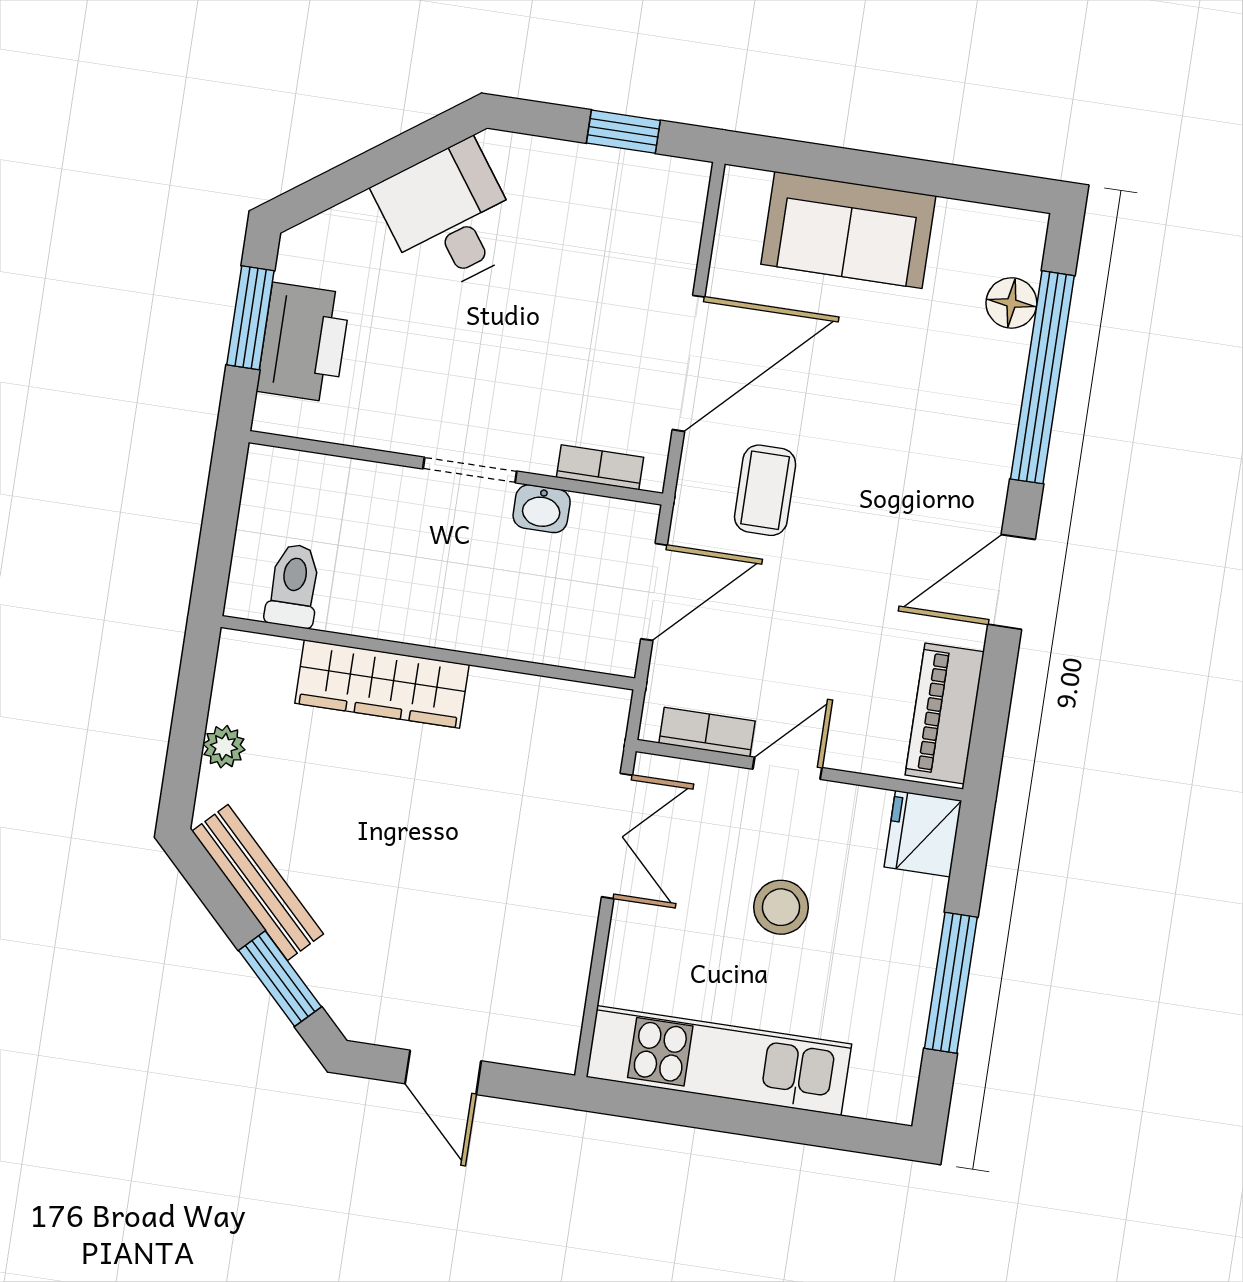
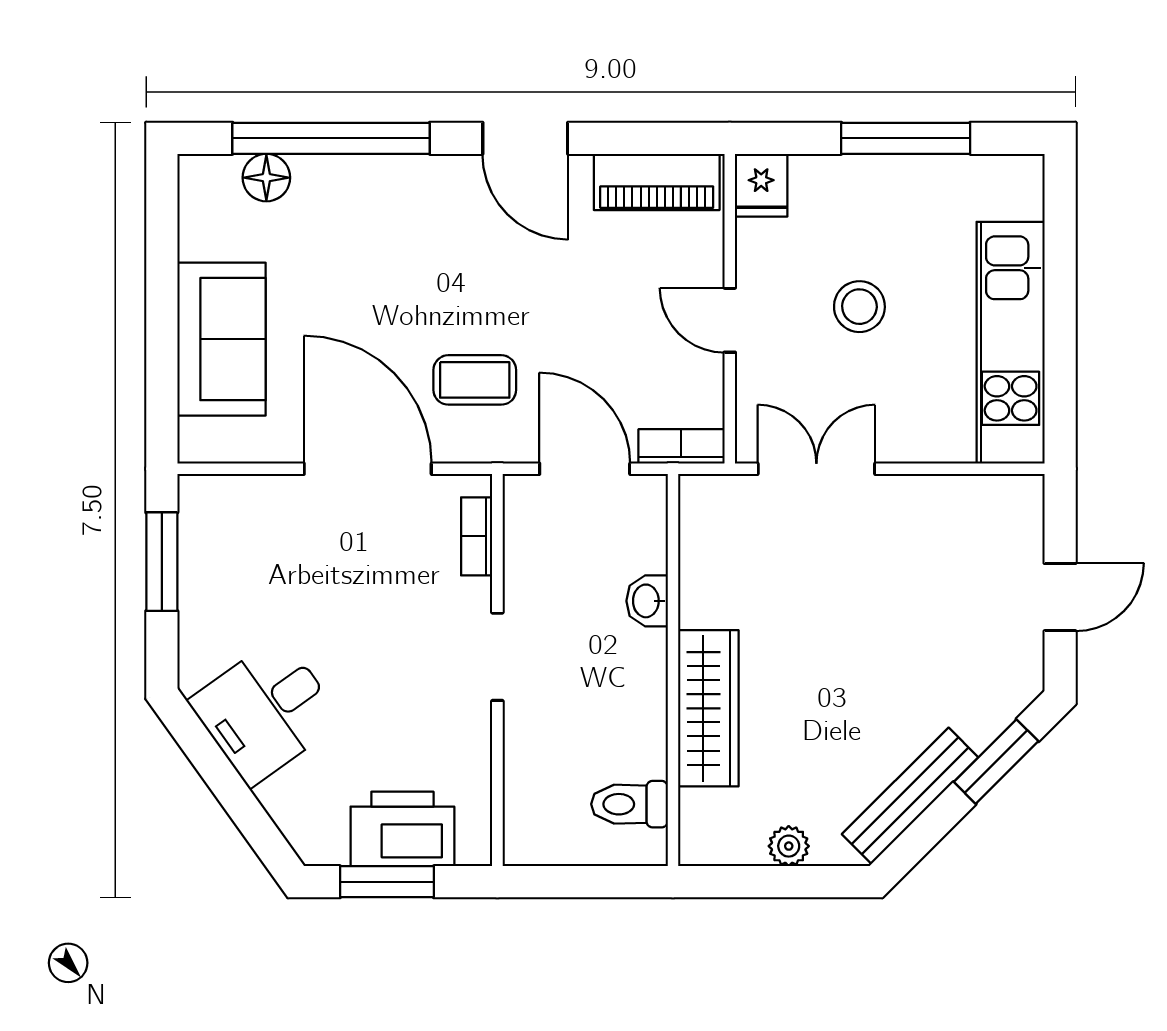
window: (623, 132) -> (162, 562), width x1.50
washbasin: (542, 509) -> (647, 601), moved, turned 180
bookcase: (707, 732) -> (681, 446), moved, turned 90
fridge: (923, 834) -> (761, 185), width x0.72

